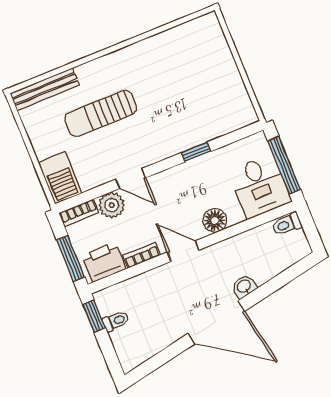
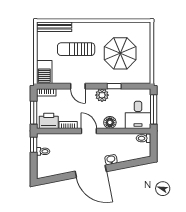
parasol: (183, 89) -> (120, 53), added
plant: (112, 205) -> (102, 95), moved

